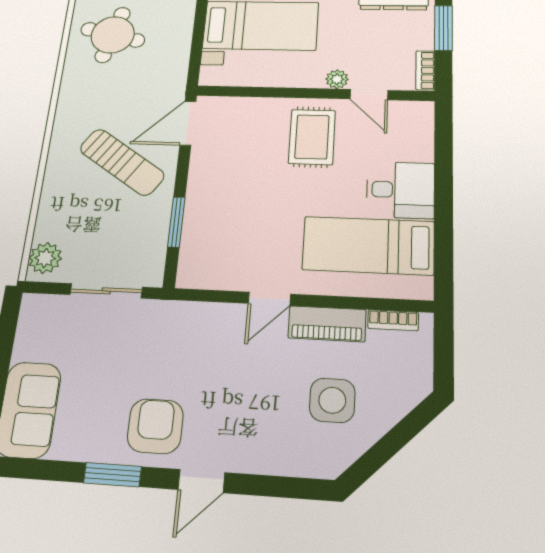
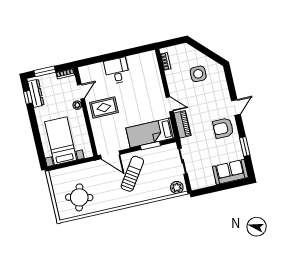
bed: (368, 245) -> (150, 133), moved, turned 90
piano: (327, 324) -> (182, 124), moved
window: (112, 475) -> (245, 146), moved
door: (201, 481) -> (236, 108), hinge flipped

